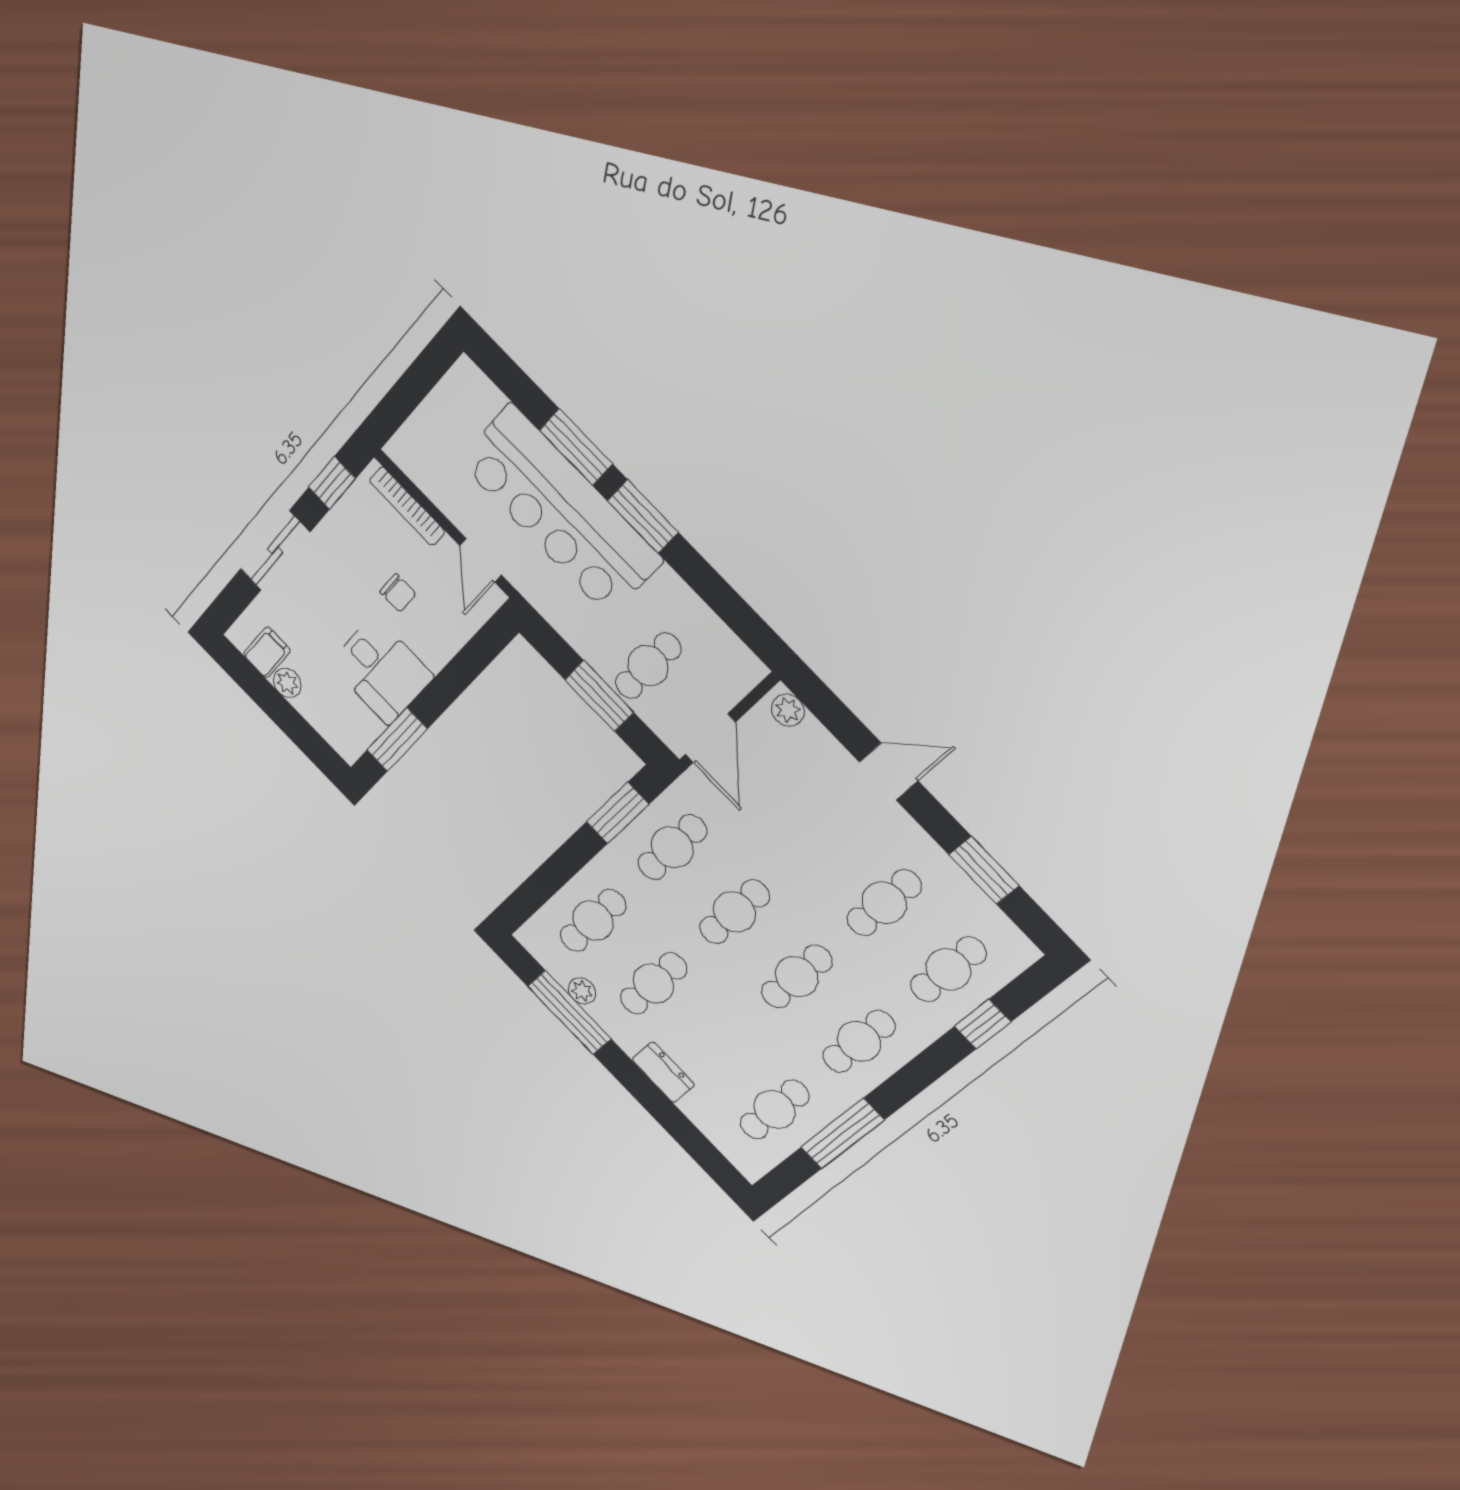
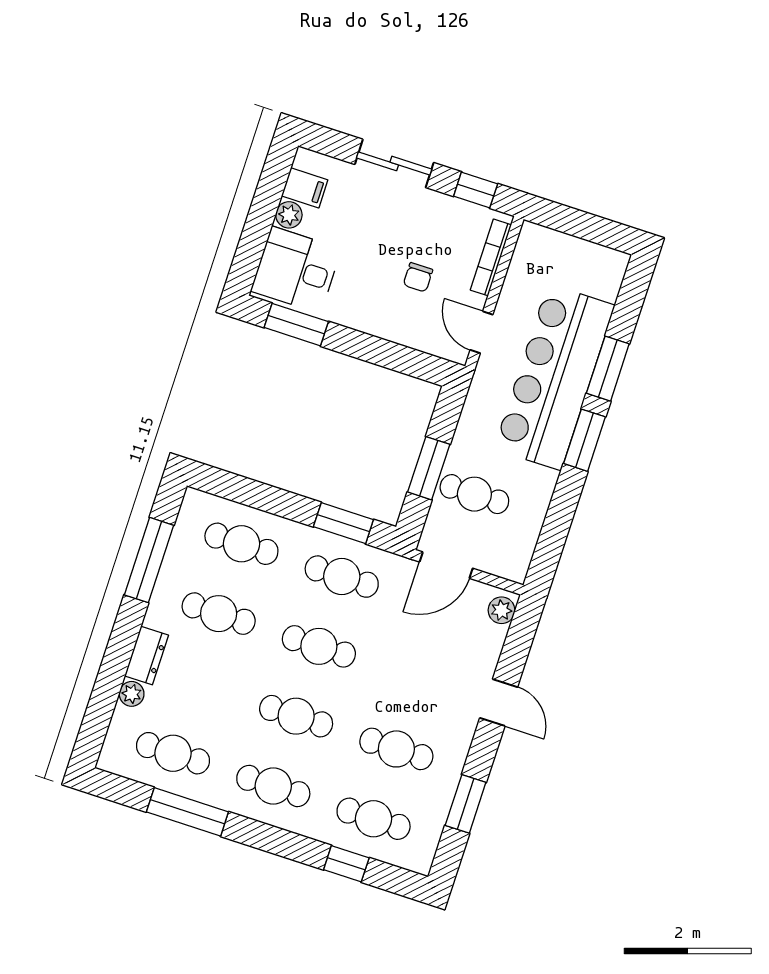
door: (481, 560) -> (482, 332), hinge flipped
desk: (381, 670) -> (296, 270), moved, turned 90
plant: (582, 991) -> (132, 694), moved

